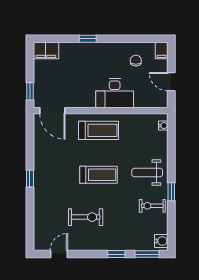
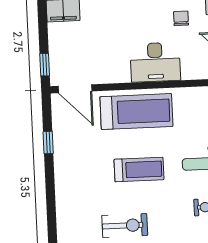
treadmill: (99, 130) -> (136, 112), width x1.37, depth x1.38
window: (30, 179) -> (48, 143), moved

